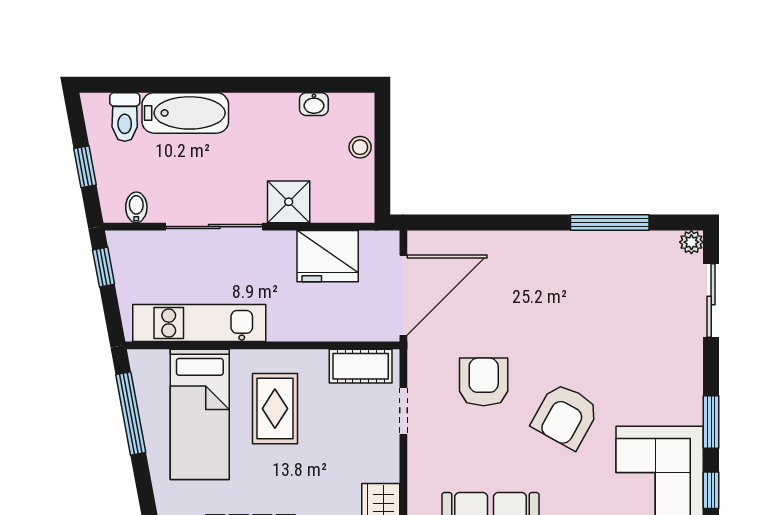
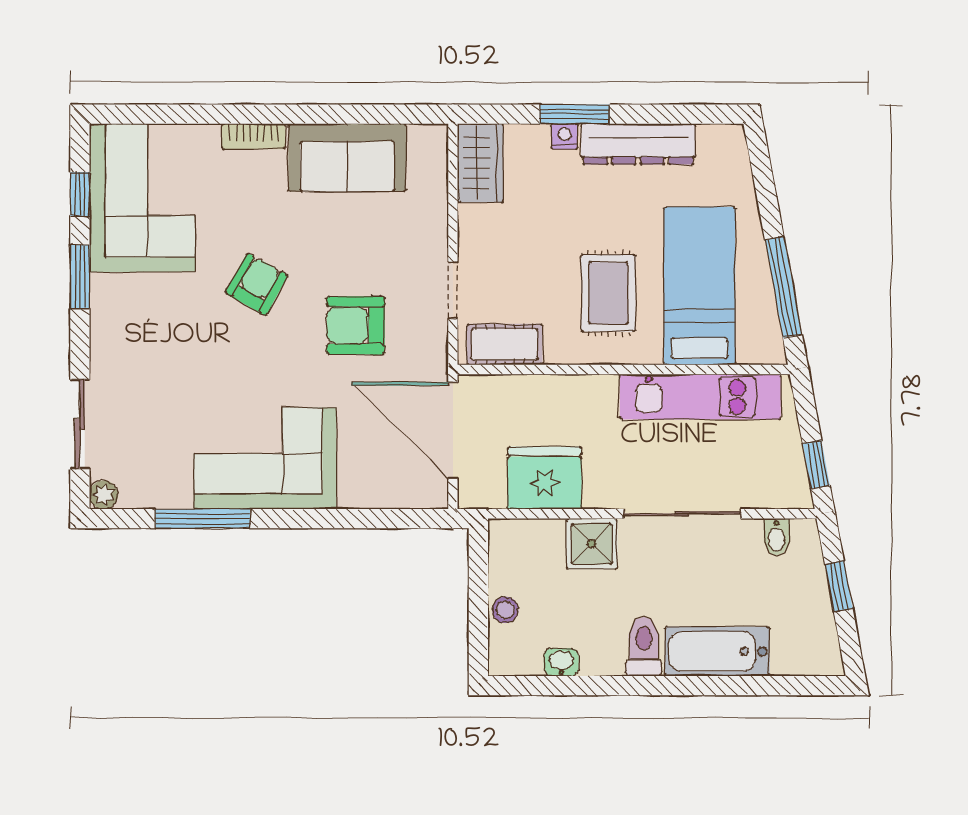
toilet: (125, 117) -> (644, 646), moved
corner sofa: (558, 272) -> (265, 458), added
door: (403, 295) -> (453, 431), hinge flipped
armchair: (484, 382) -> (356, 325), turned 90
armchair: (565, 416) -> (257, 284), width x0.72, depth x0.72

